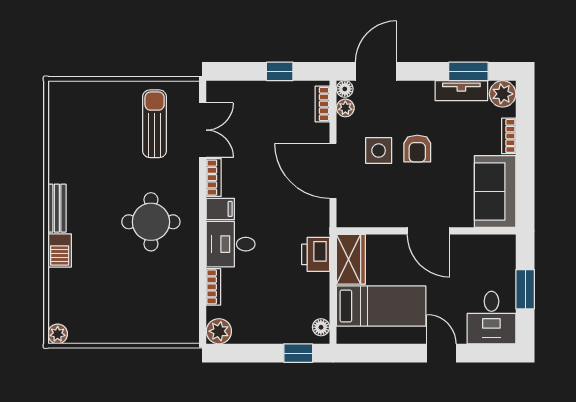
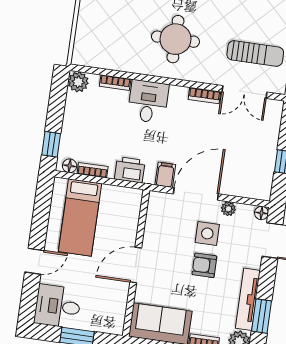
tv unit: (461, 91) -> (248, 299), width x1.41
bookcase: (322, 104) -> (93, 170), moved
plant: (345, 108) -> (228, 209), moved
filing cabinet: (220, 209) -> (165, 175), moved, turned 180
wardrobe: (351, 259) -> (122, 198), removed

